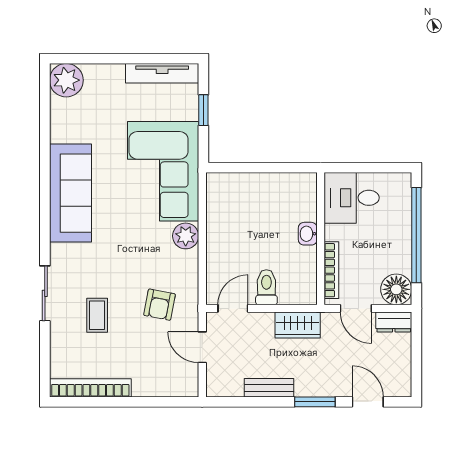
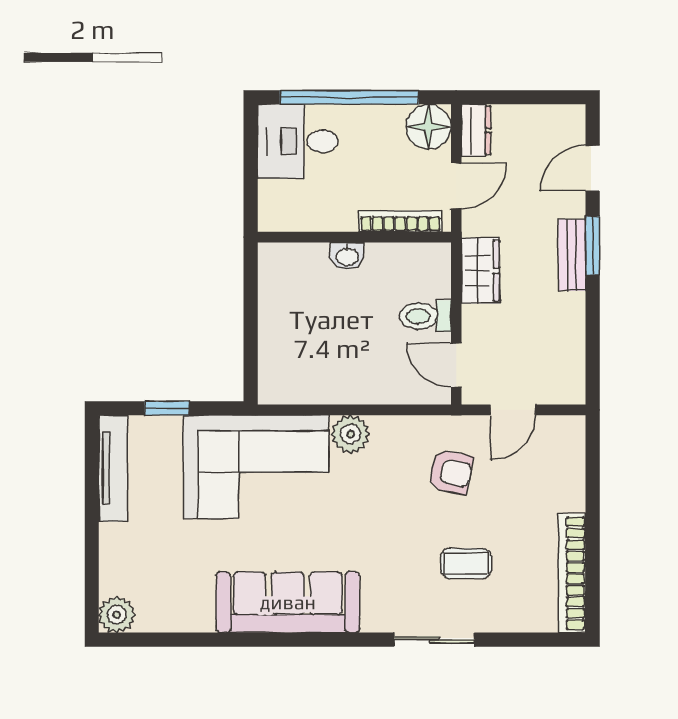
plant: (66, 80) -> (117, 615), width x0.73, depth x0.73
desk: (352, 198) -> (298, 141), moved, turned 90
bench: (269, 388) -> (572, 255), moved

